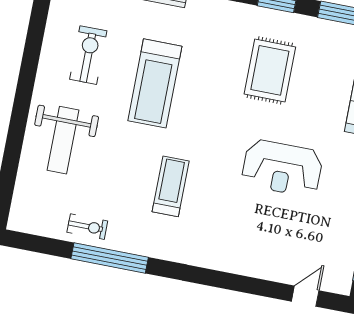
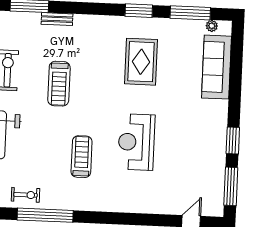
treadmill: (155, 83) -> (59, 84), width x0.73, depth x0.73
reception desk: (282, 168) -> (136, 142), moved, turned 90

